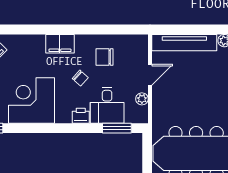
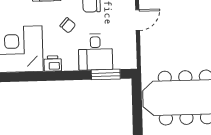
plant: (142, 99) -> (130, 44), removed
printer: (81, 116) -> (53, 63), moved

